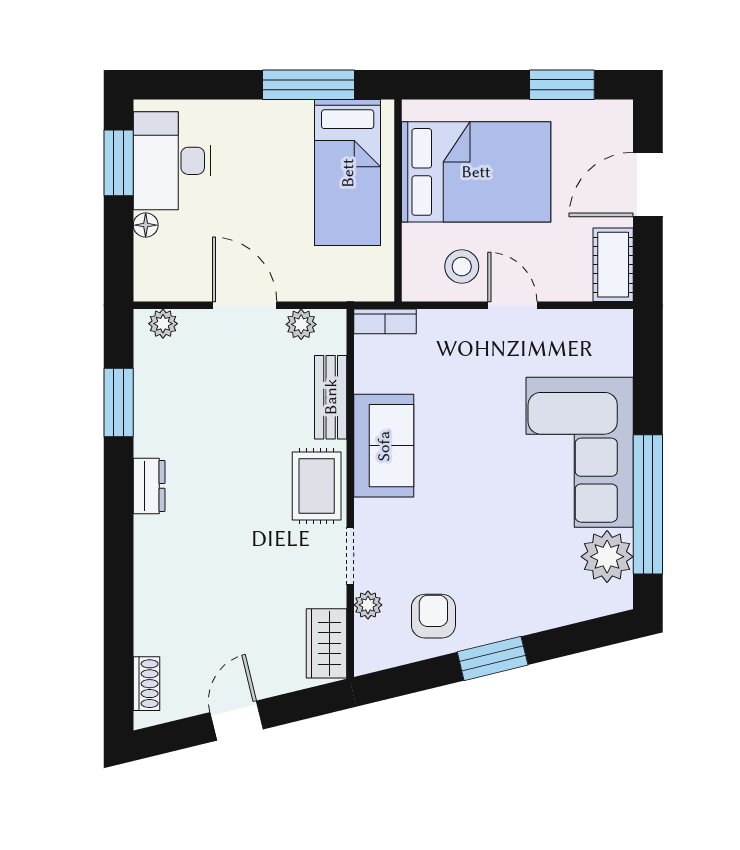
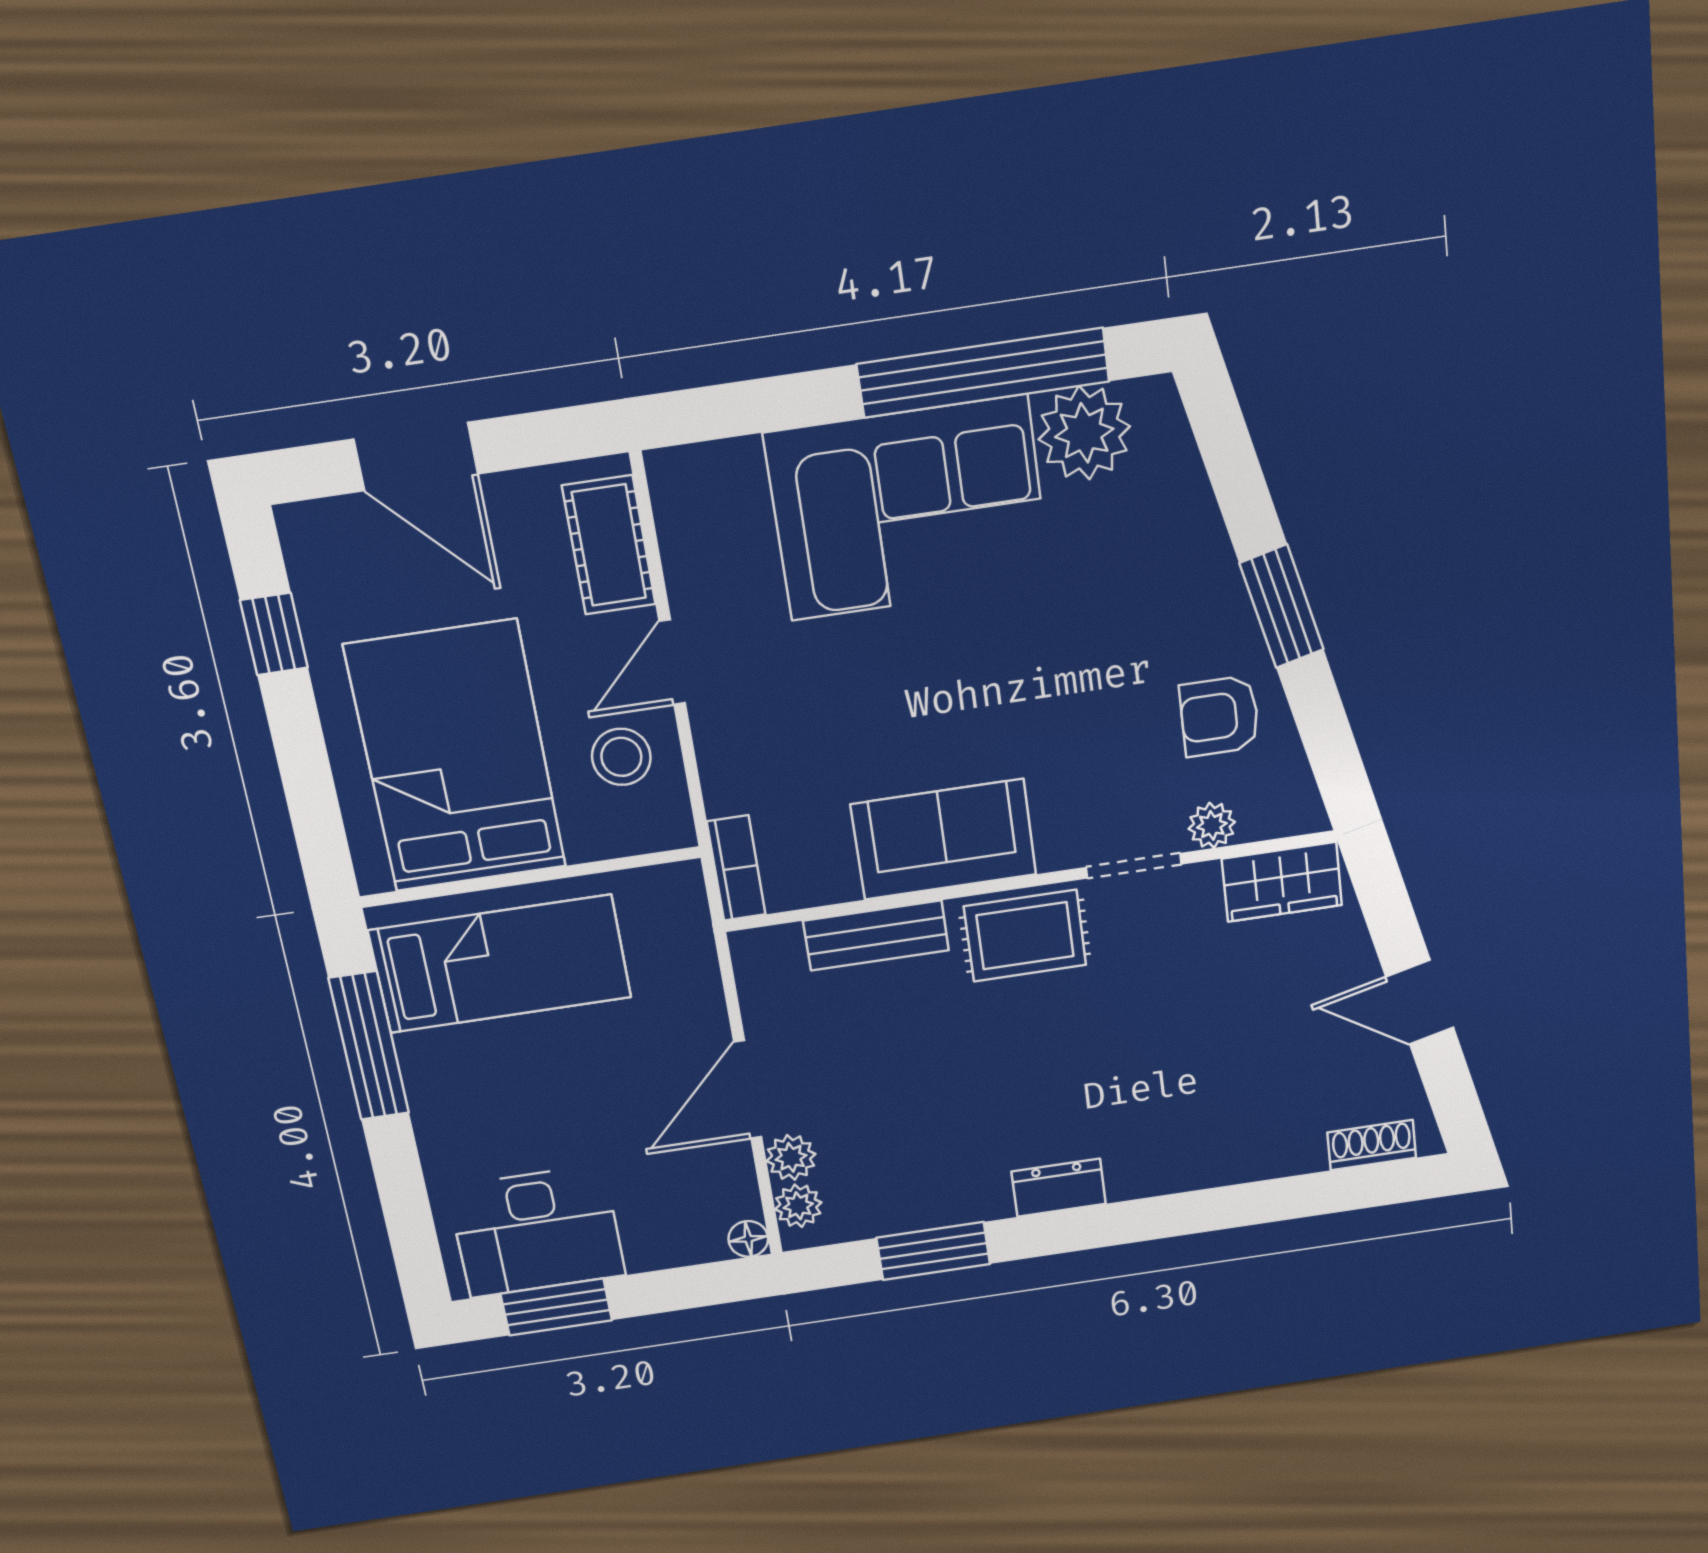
window: (562, 85) -> (274, 634), width x0.67
floor lamp: (146, 225) -> (748, 1239), moved
cot: (613, 265) -> (609, 545), moved, turned 90
plant: (301, 324) -> (791, 1157), moved

